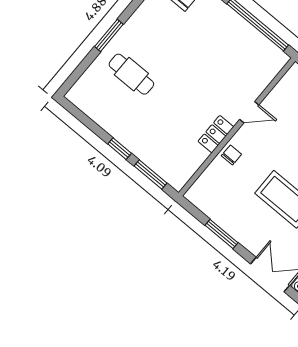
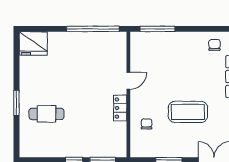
chair: (231, 155) -> (147, 124), moved

